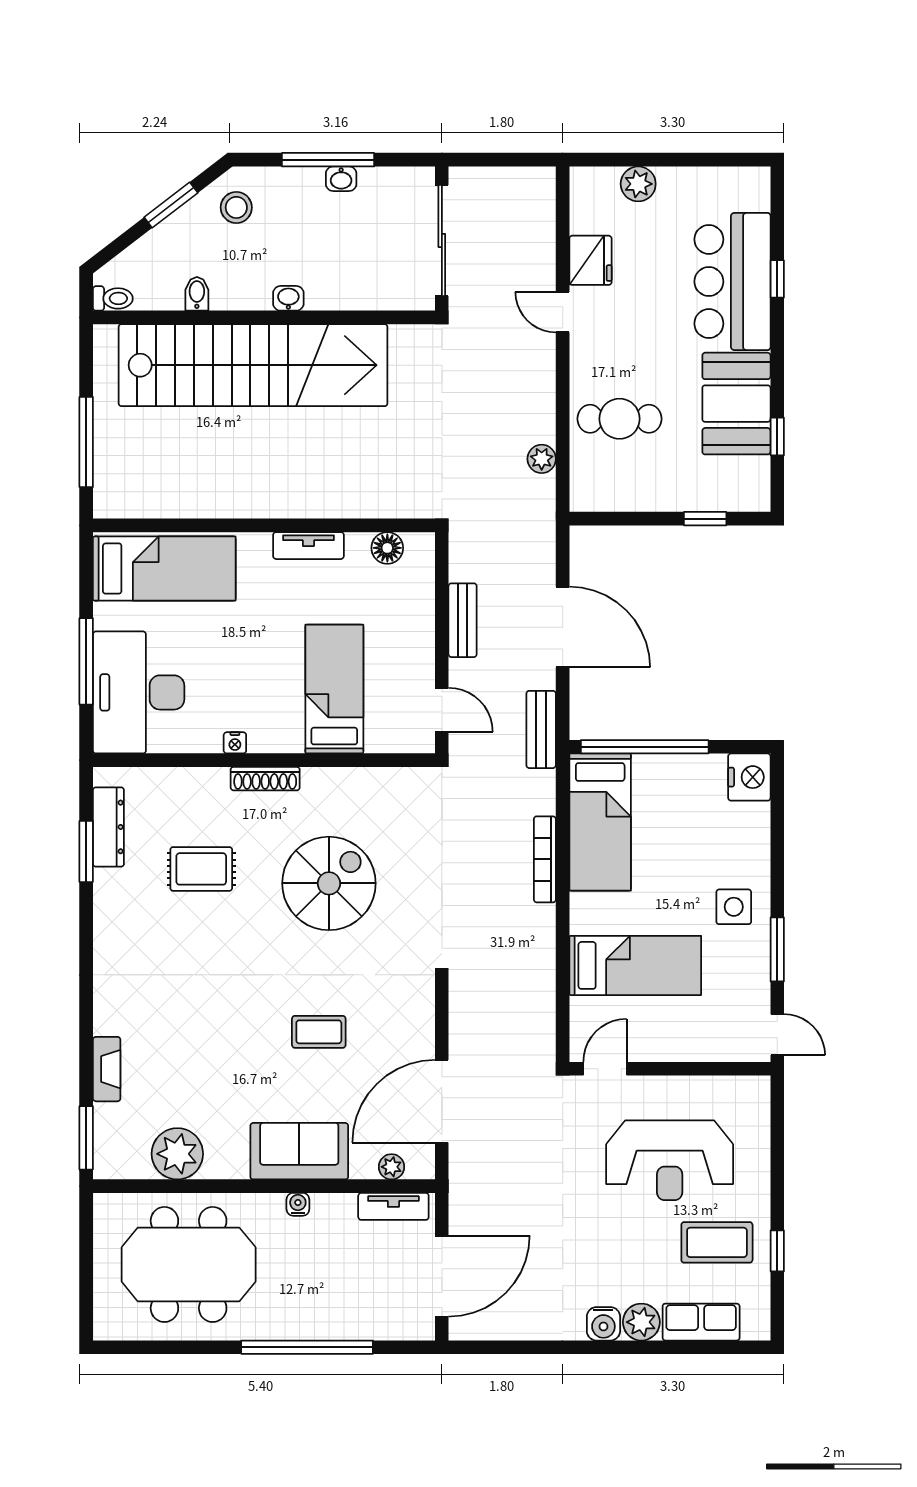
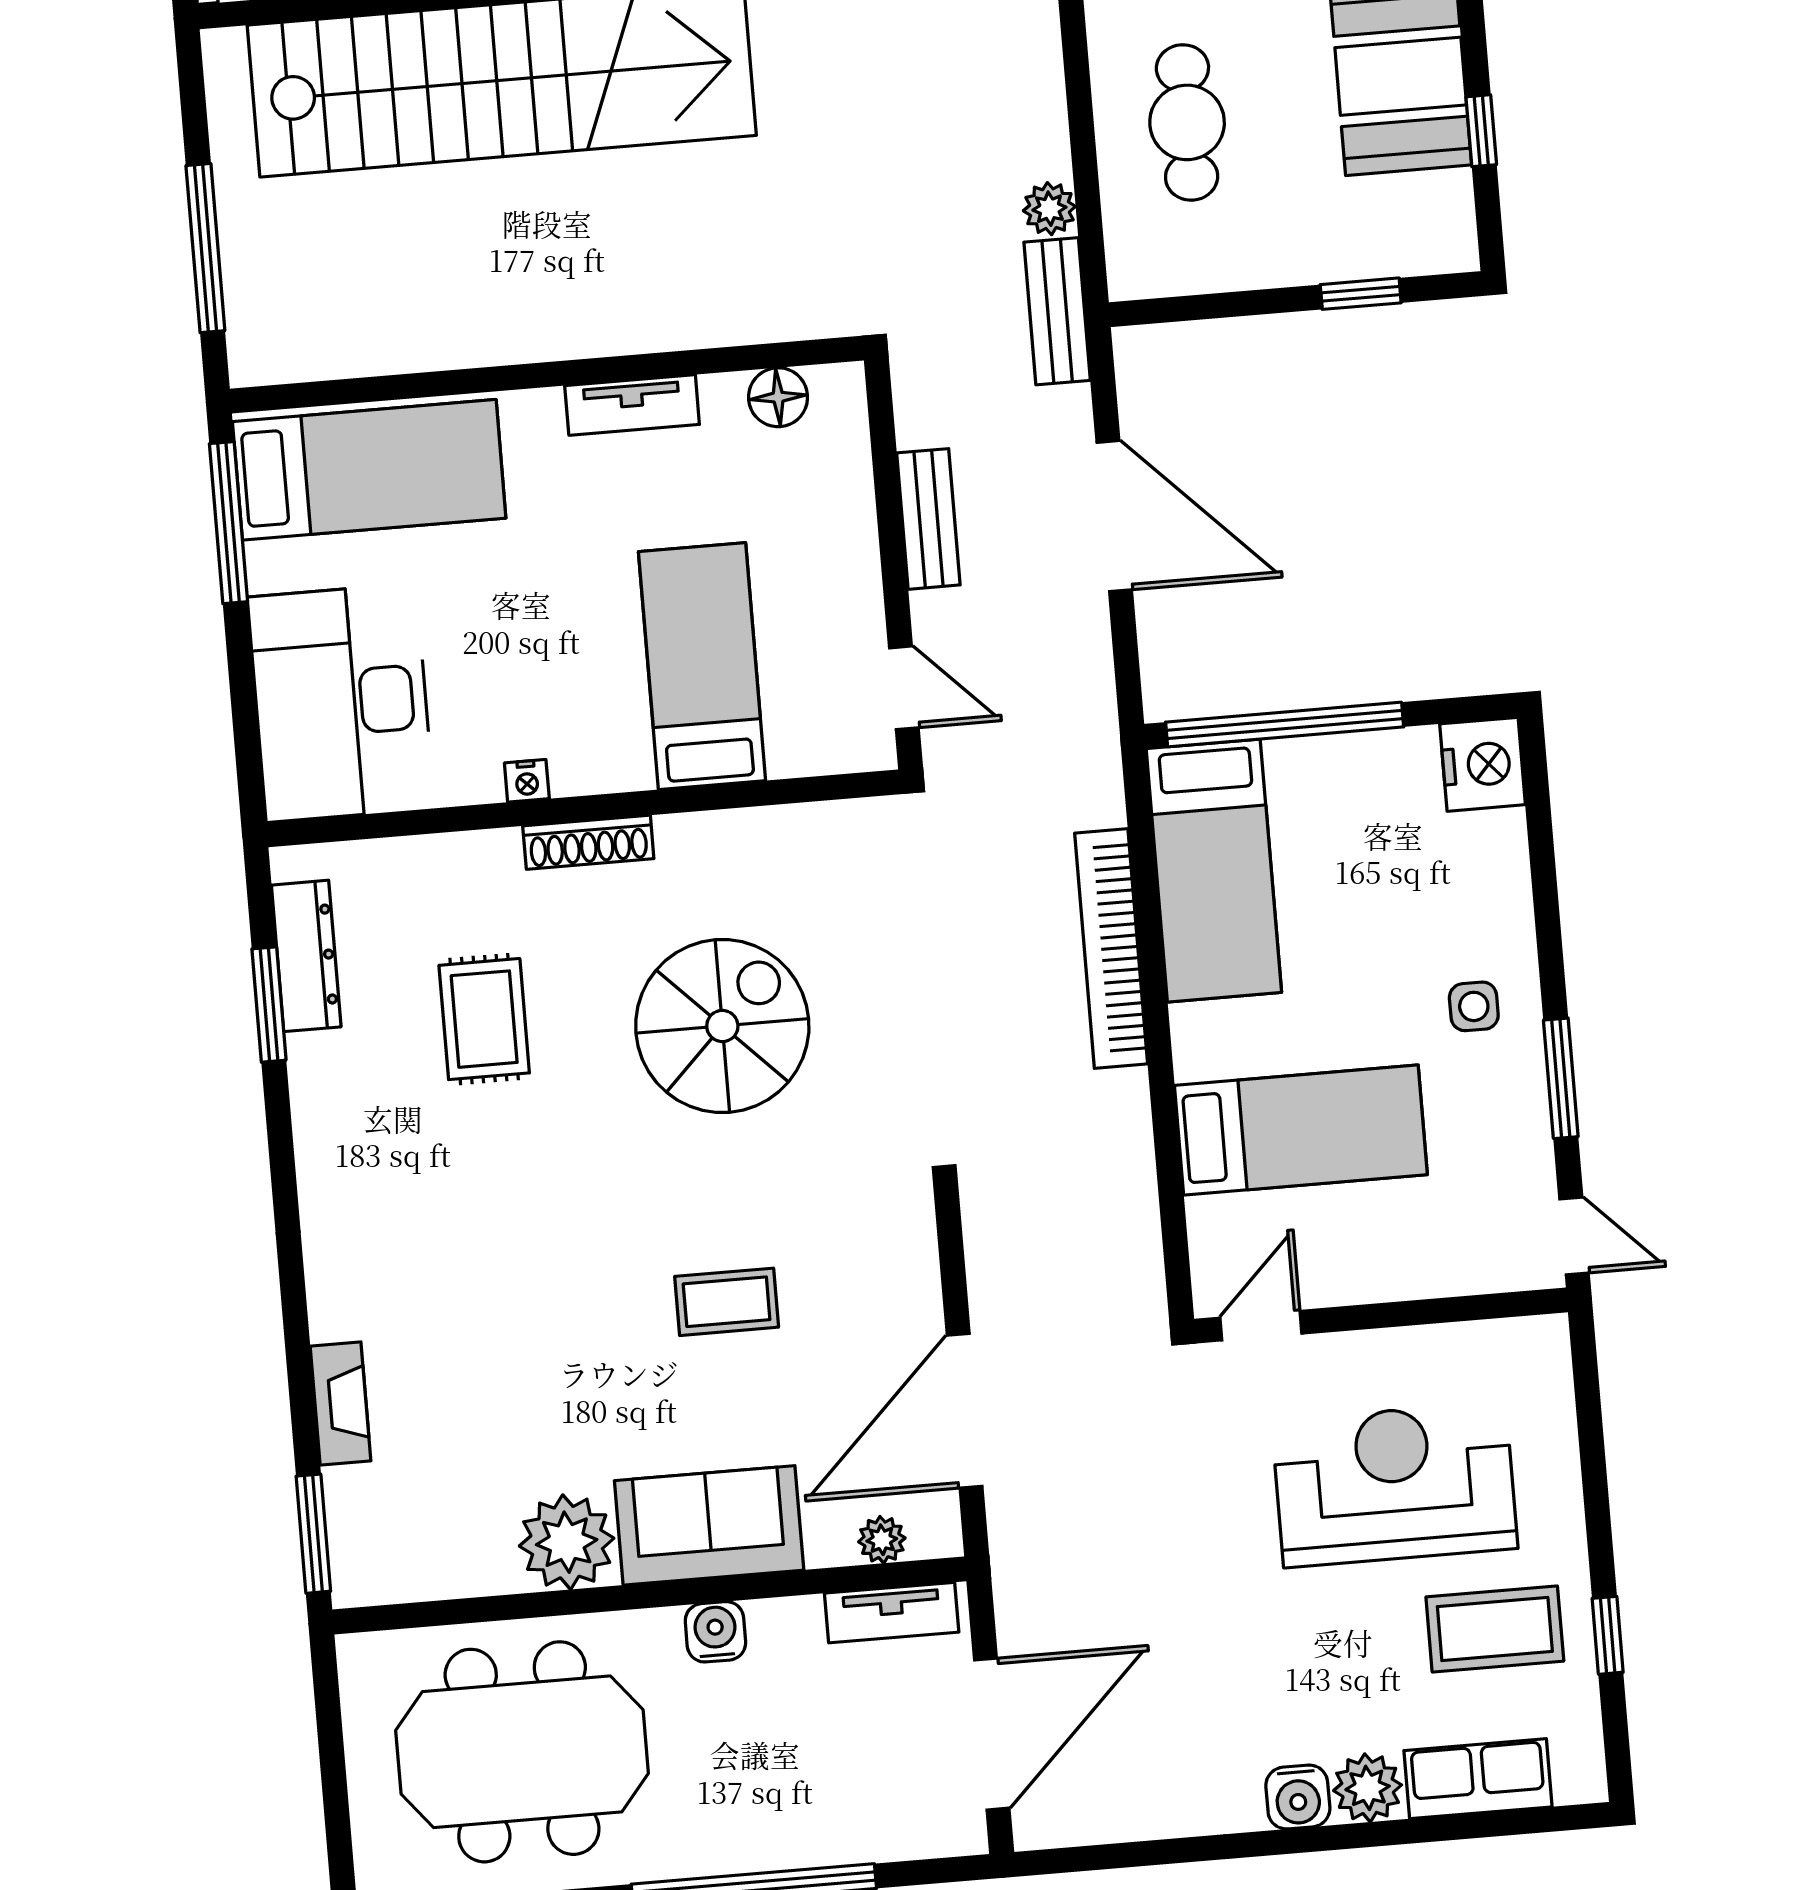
cafe table: (619, 419) -> (1187, 122), turned 90
window: (86, 661) -> (228, 523), moved
bench: (541, 729) -> (1057, 311), moved
bookcase: (545, 859) -> (1111, 949), width x1.48, depth x1.31
rug: (201, 869) -> (484, 1019), turned 90
side table: (734, 907) -> (1474, 1006), width x0.73, depth x0.73
plant: (177, 1154) -> (567, 1542), moved
reception desk: (670, 1160) -> (1395, 1484), turned 180
water cooler: (298, 1204) -> (715, 1632), width x1.38, depth x1.38

